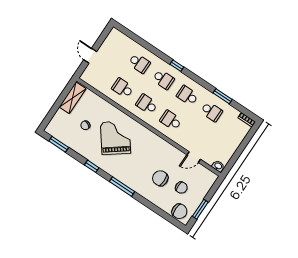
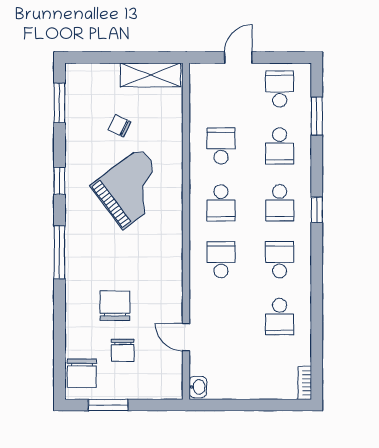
school desk: (115, 47) -> (280, 89), added
window: (223, 96) -> (317, 116), moved
school desk: (147, 104) -> (221, 203), turned 180

